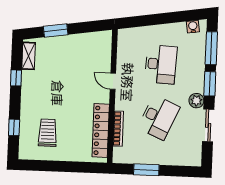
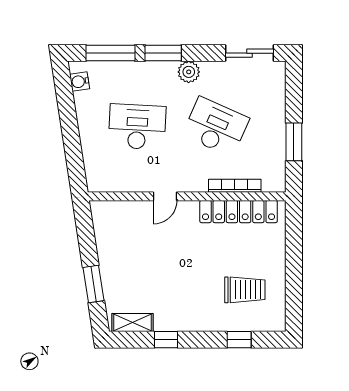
sliding door: (208, 125) -> (250, 53), moved
trolley: (48, 133) -> (245, 290), turned 180

